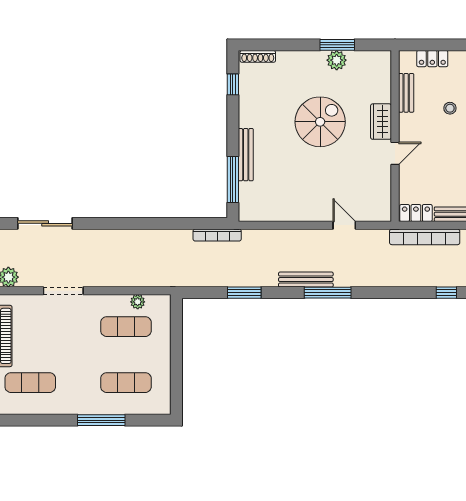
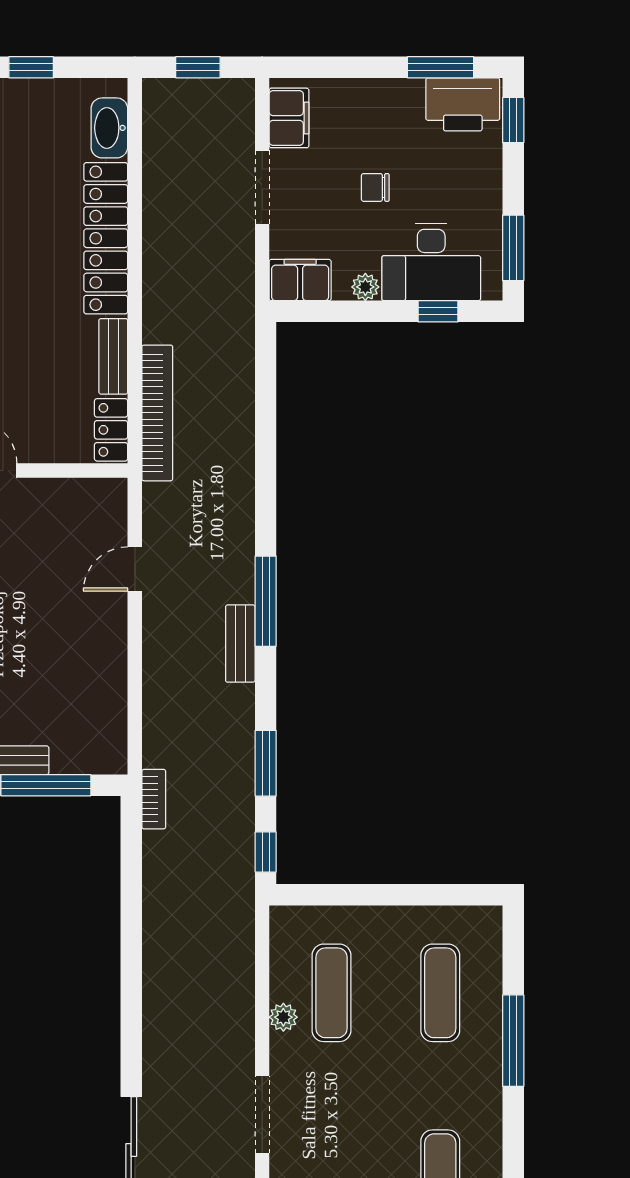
bookcase: (217, 235) -> (154, 799), width x0.64
bench: (306, 280) -> (240, 644), width x0.73
window: (446, 293) -> (266, 852), moved
plant: (138, 302) -> (283, 1017), moved

